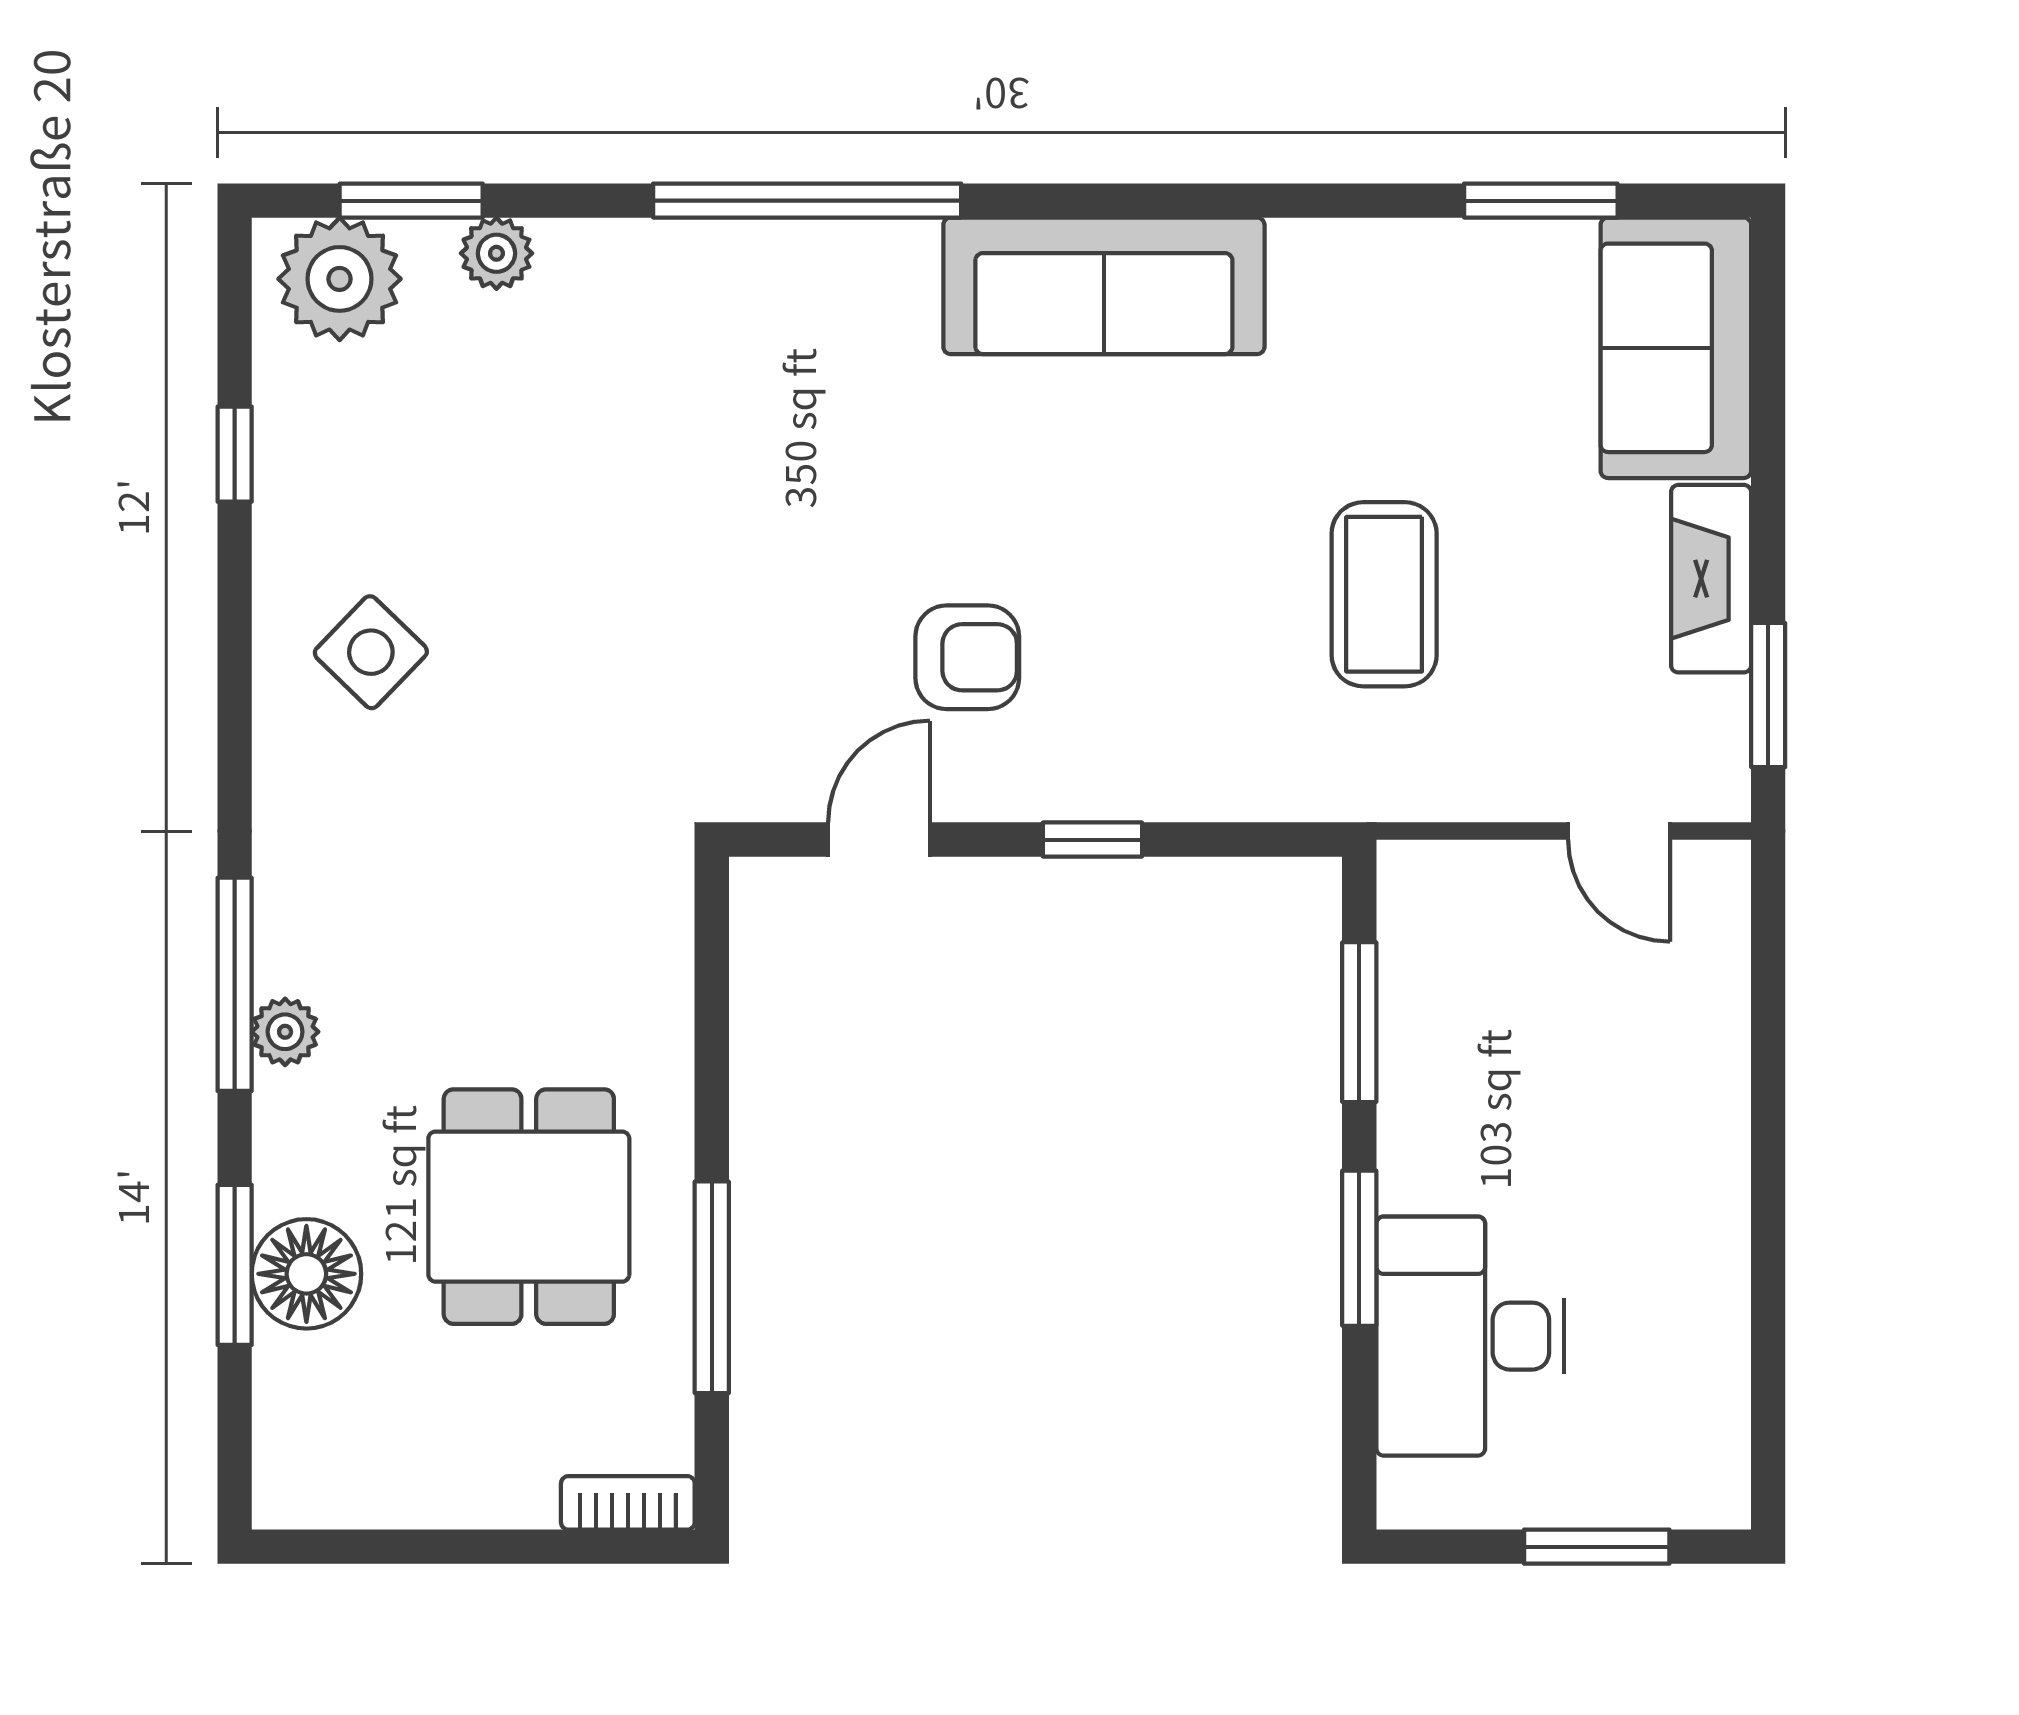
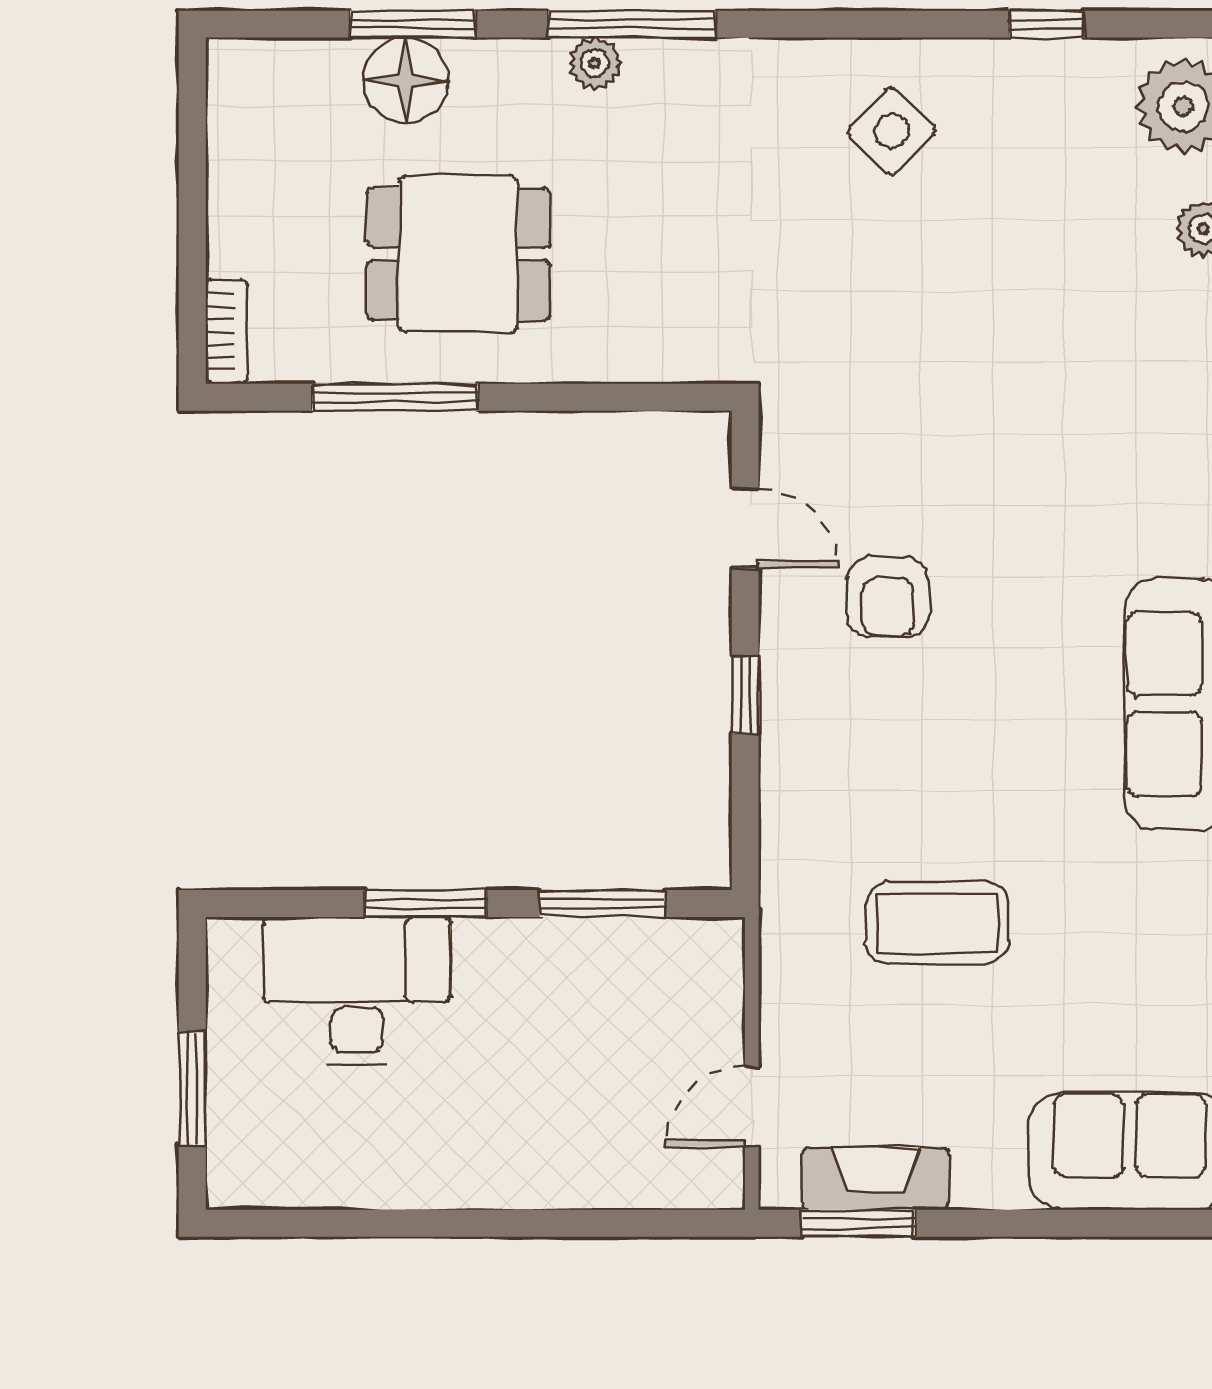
fireplace: (1711, 579) -> (876, 1179), moved

